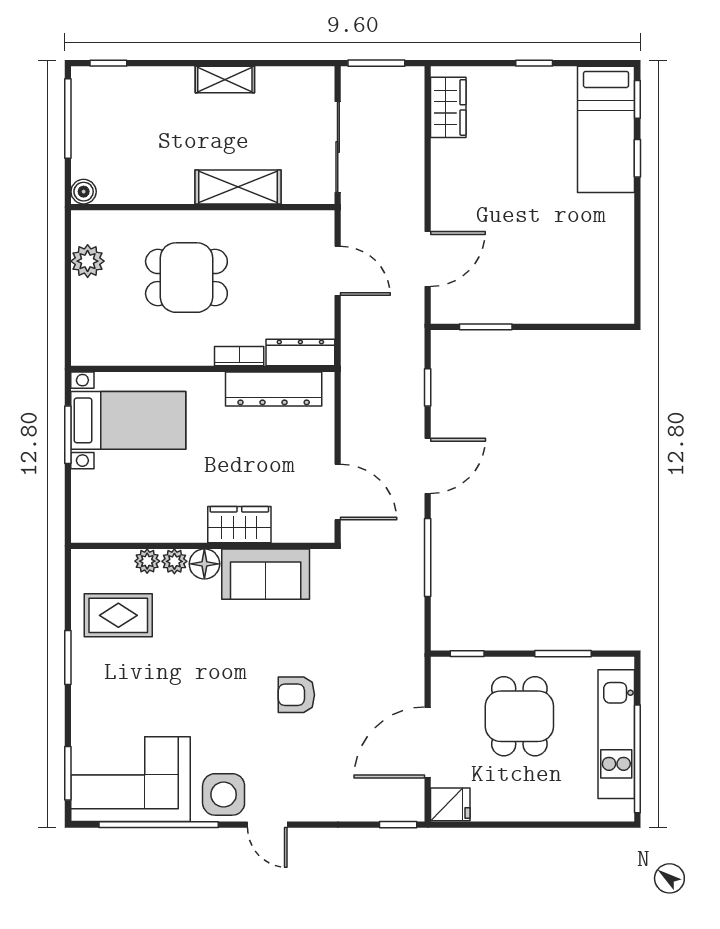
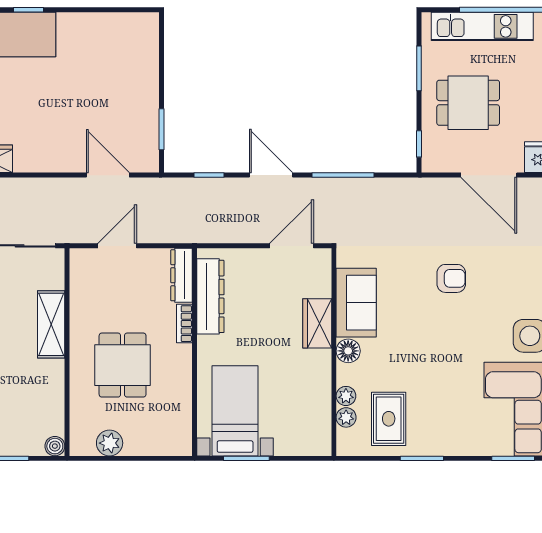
plant: (174, 561) -> (346, 417), moved
armchair: (296, 695) -> (451, 278), turned -90

